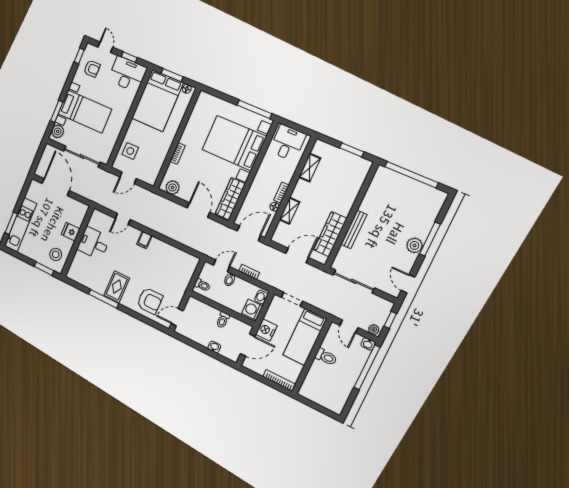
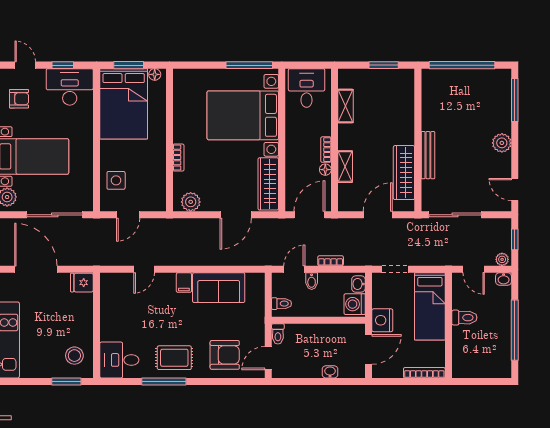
door: (198, 210) -> (236, 215), swing flipped
fridge: (71, 232) -> (82, 283), moved
window: (430, 239) -> (515, 100), moved
desk: (94, 243) -> (119, 360), moved
sofa: (166, 254) -> (219, 288), added
rug: (117, 287) -> (174, 358), turned 90
toilet: (223, 320) -> (278, 334), moved
window: (367, 367) -> (515, 330), moved

